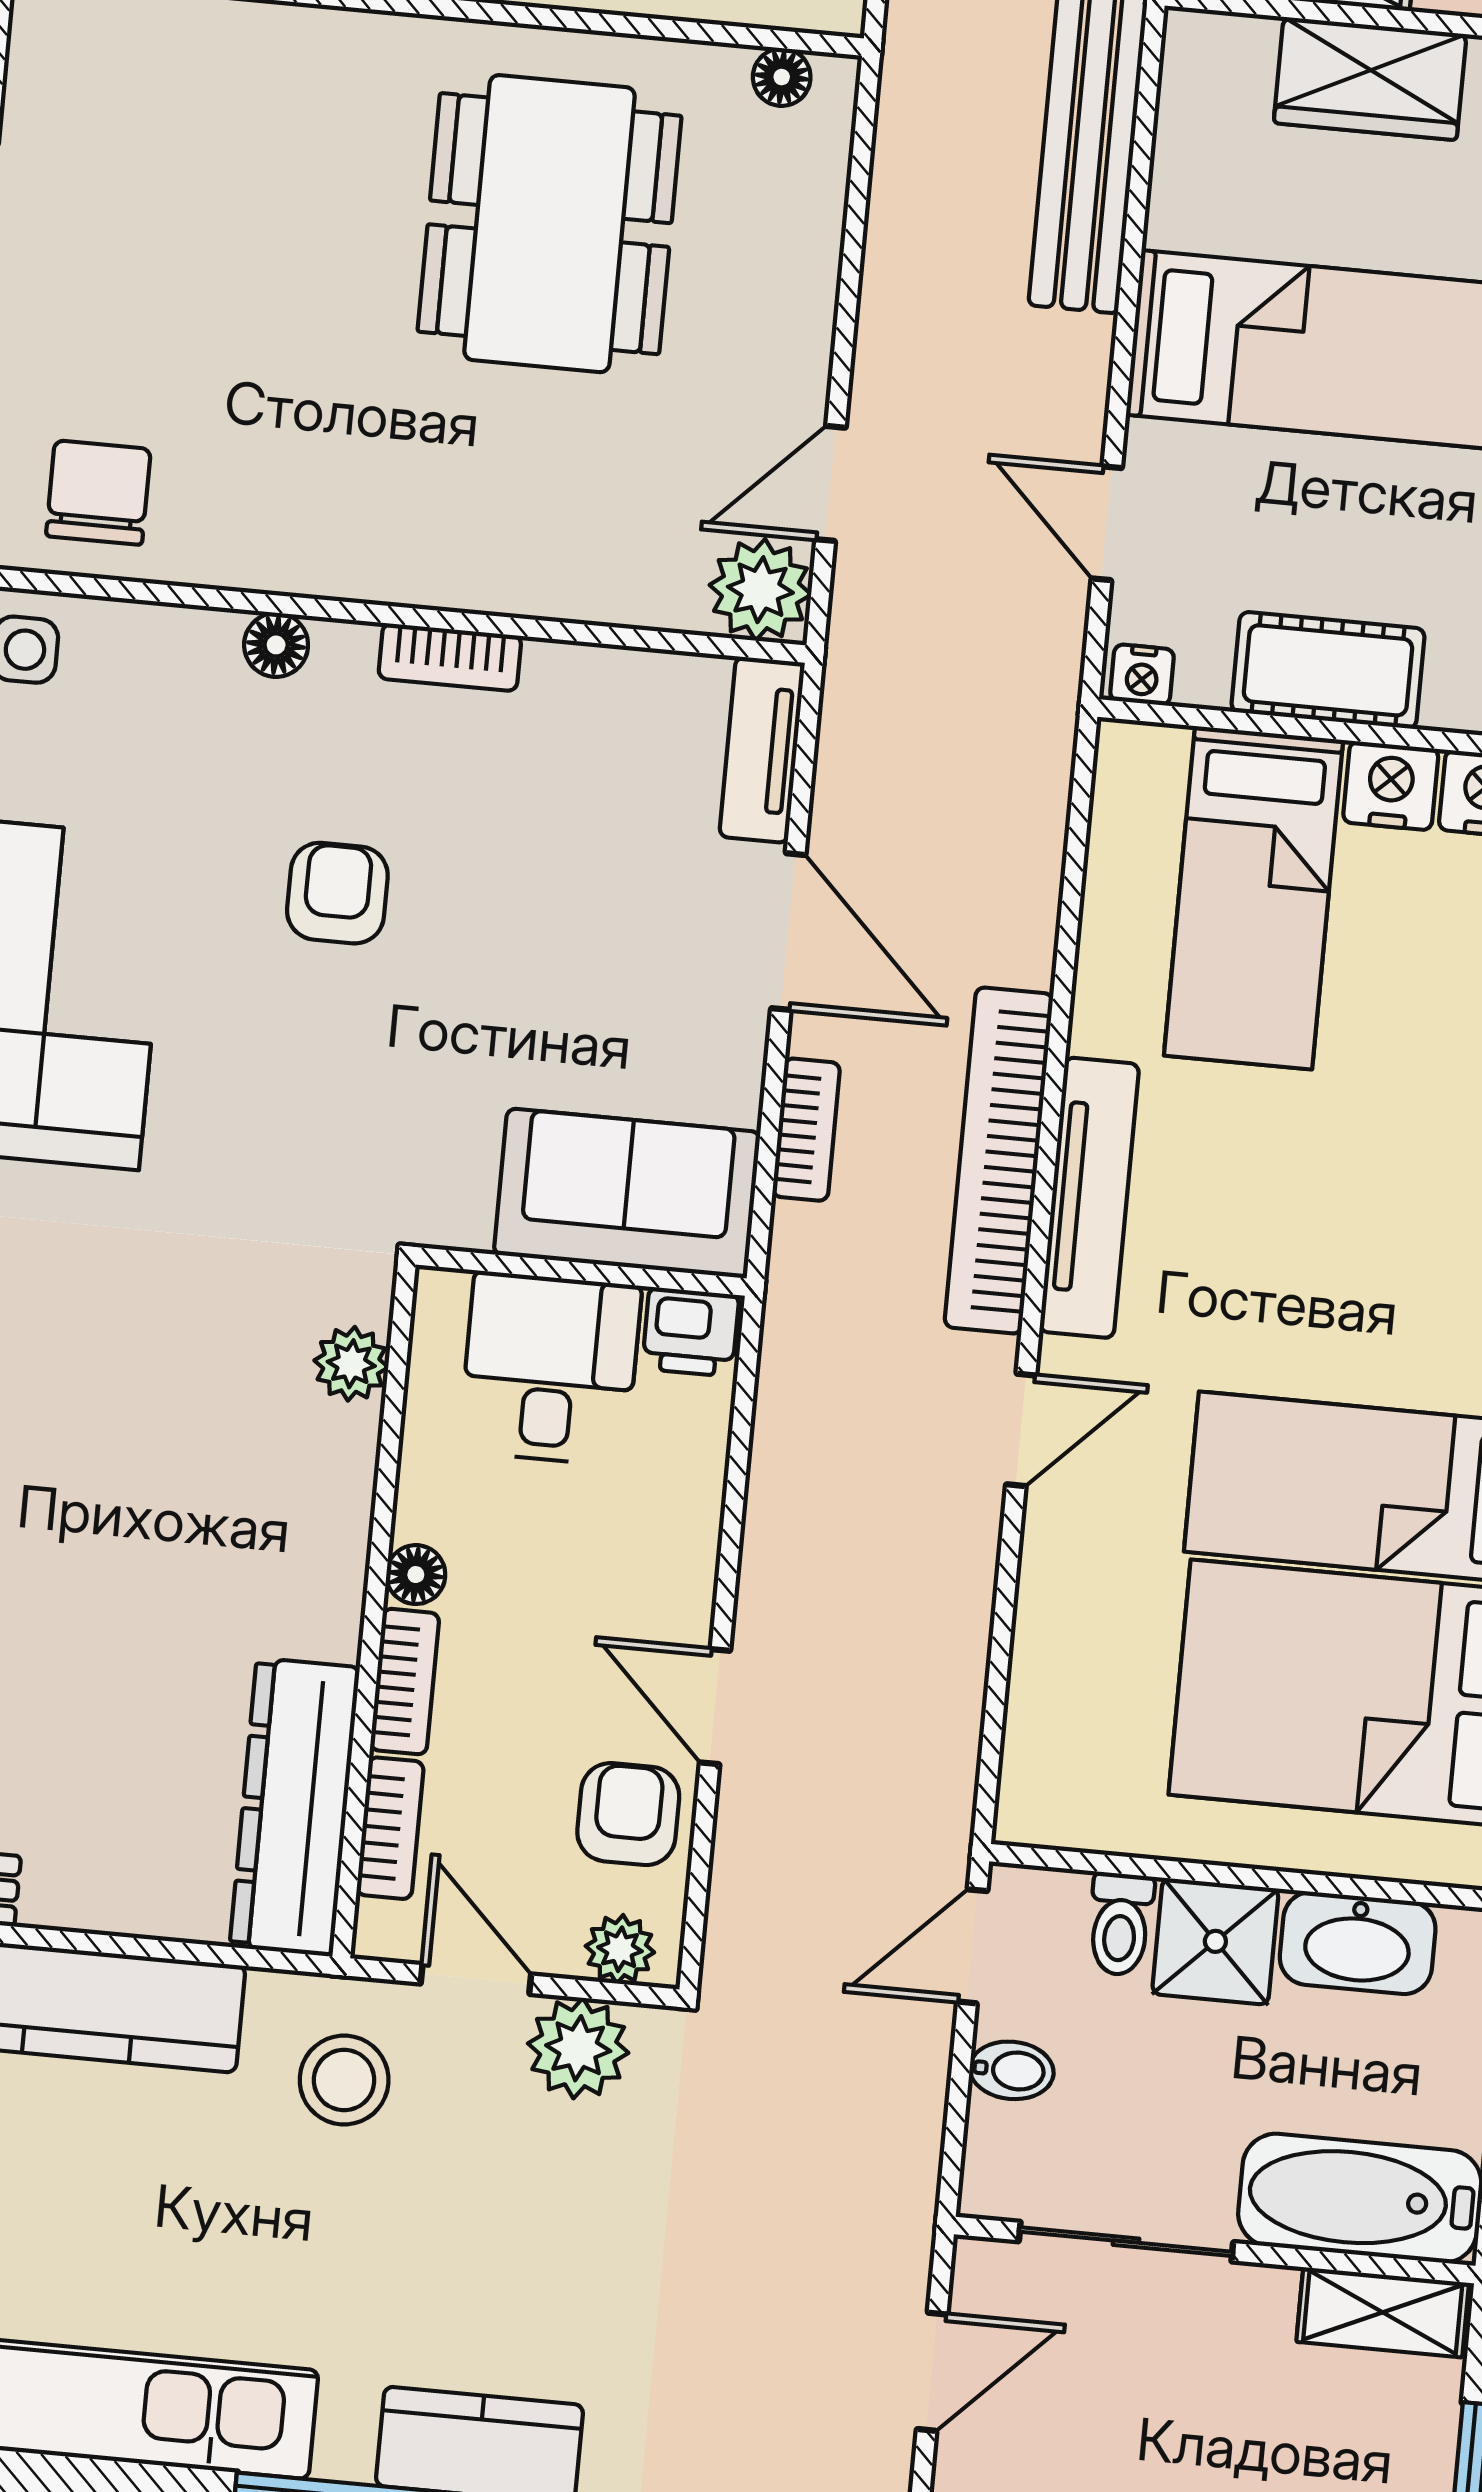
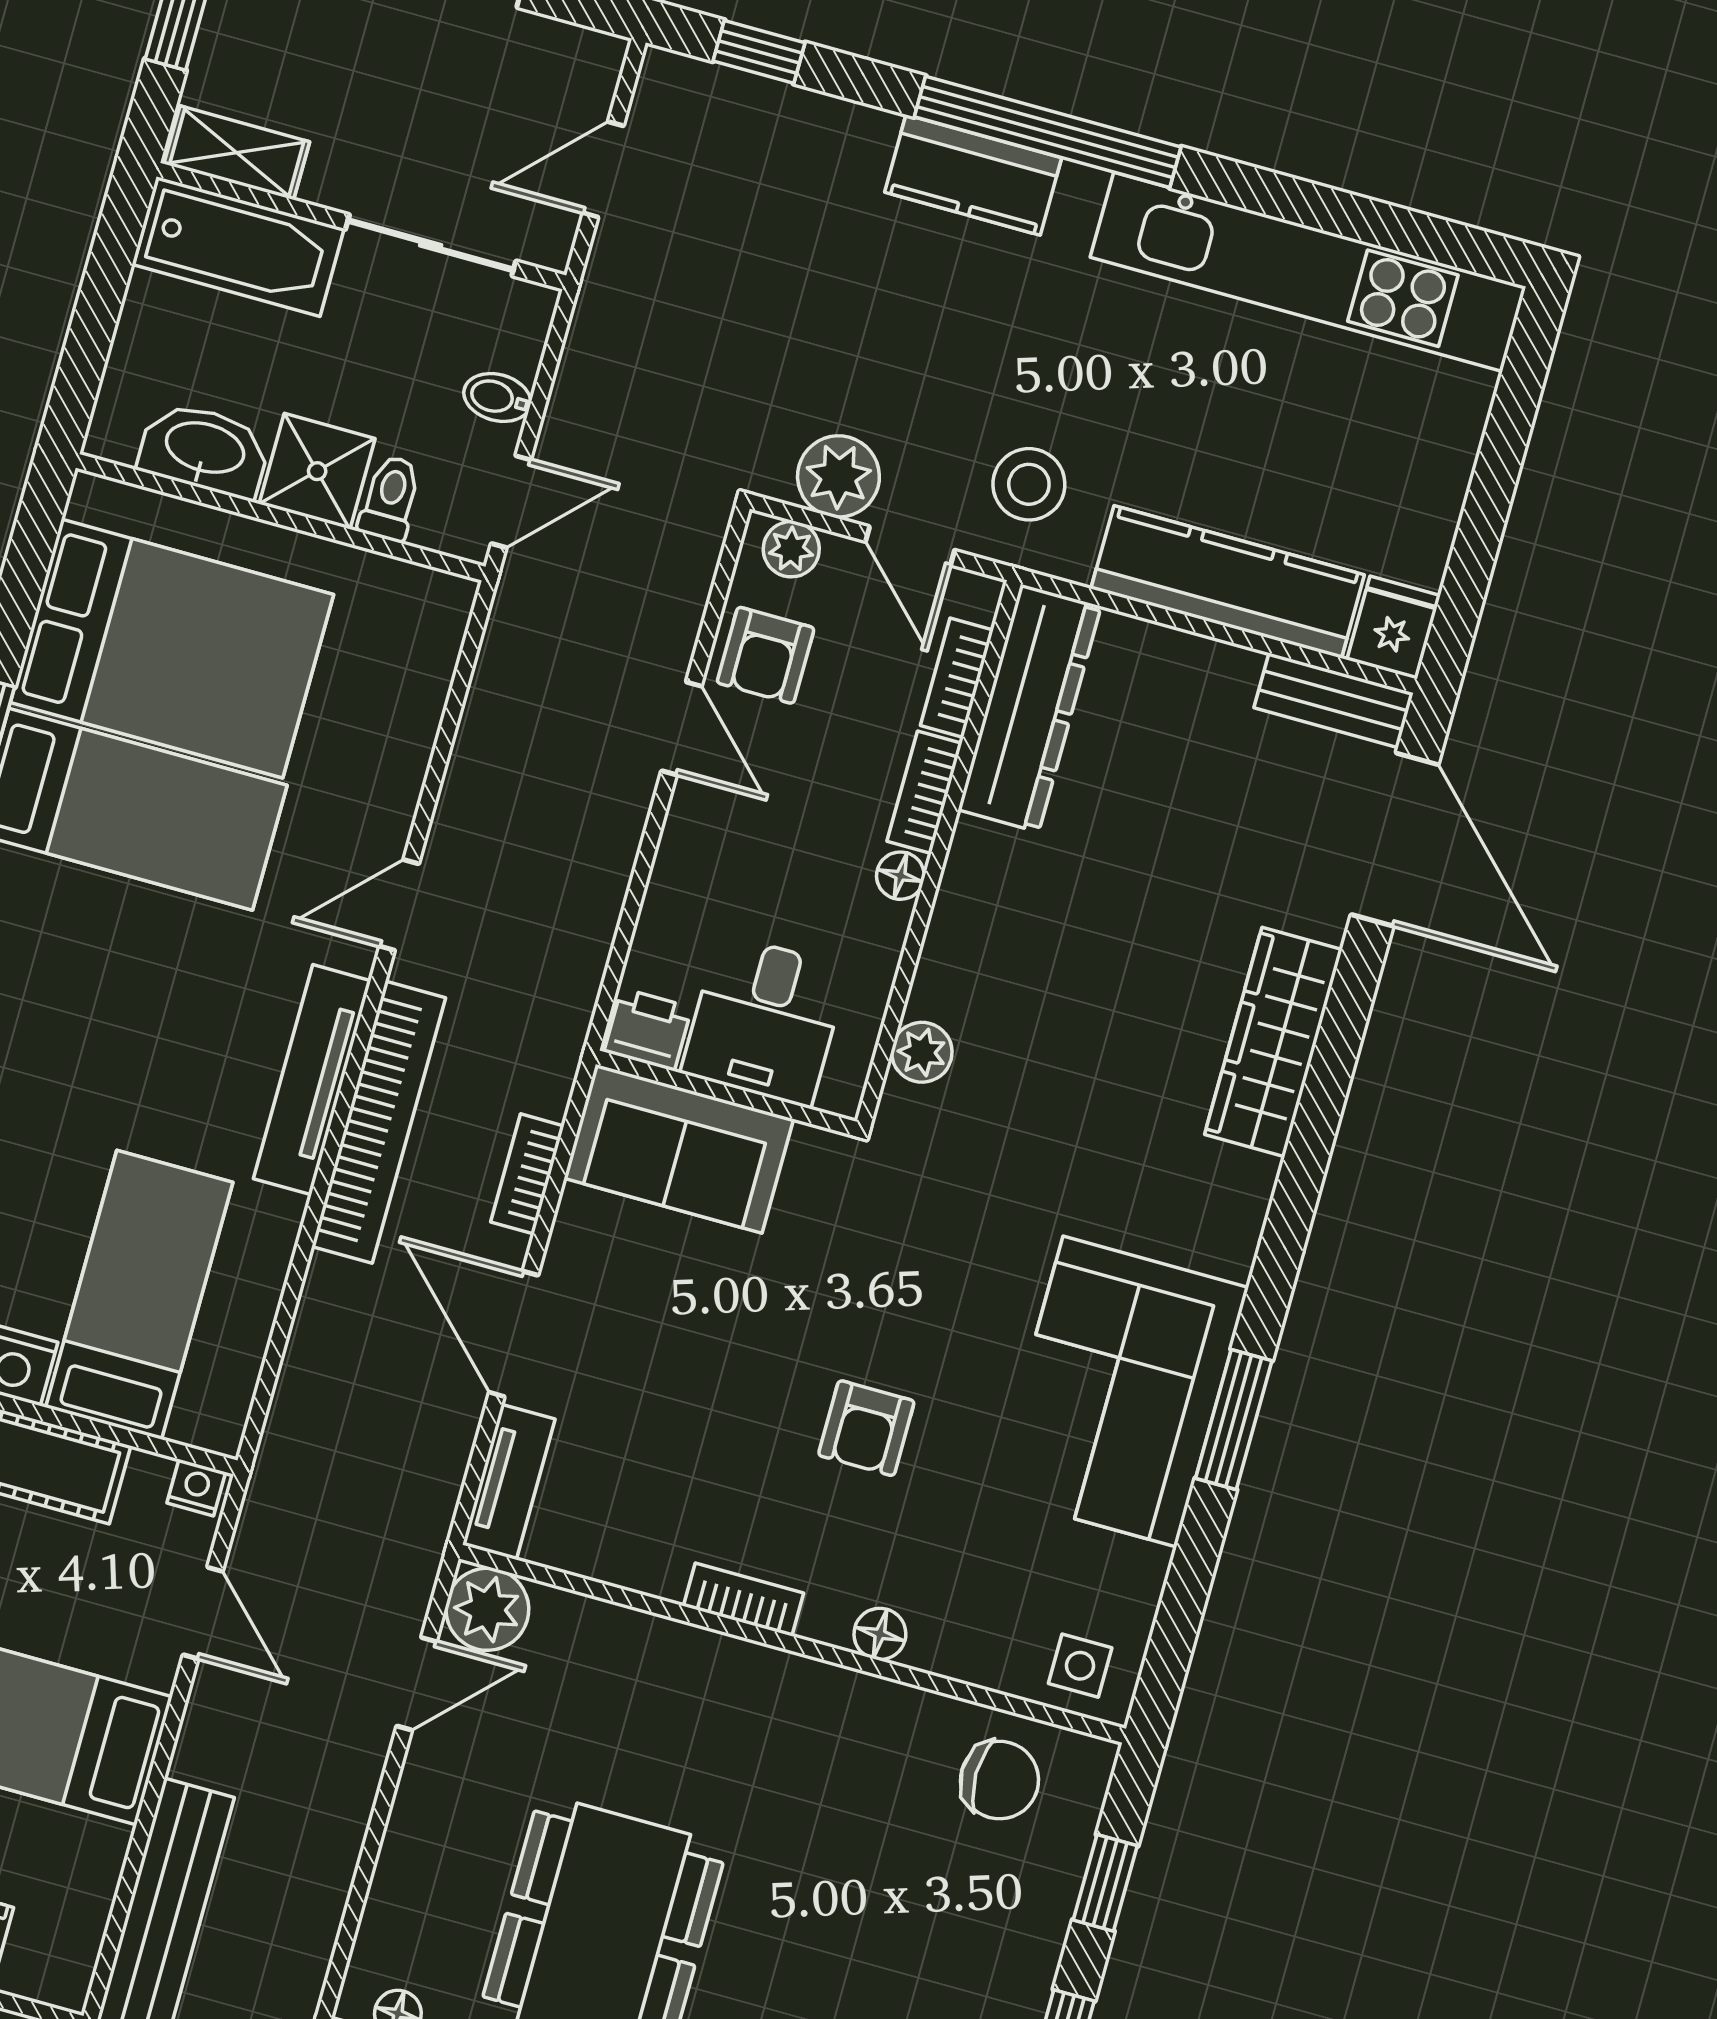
chair: (98, 493) -> (1000, 1780), turned -90

